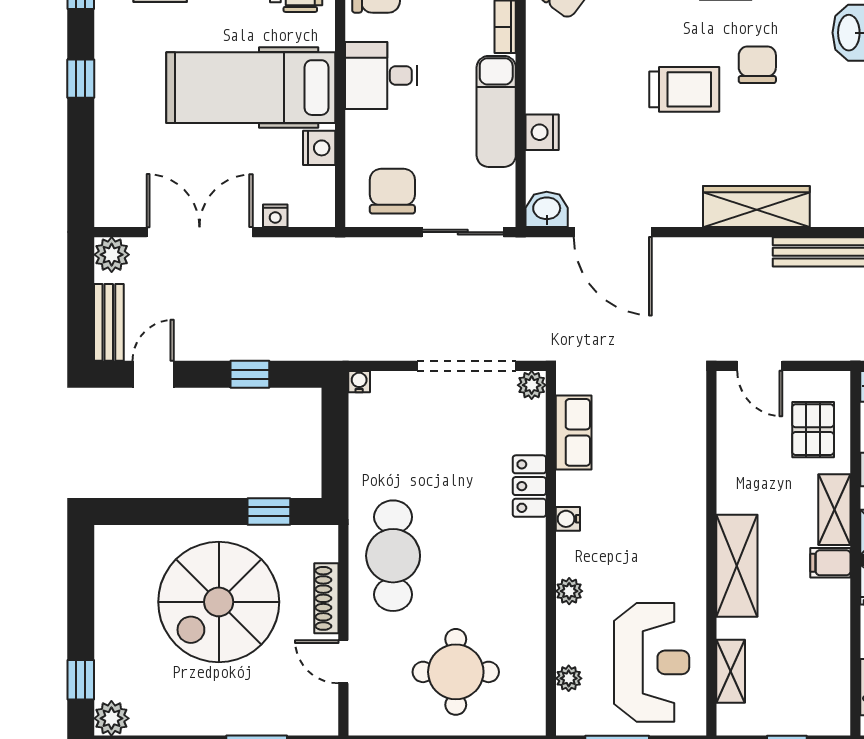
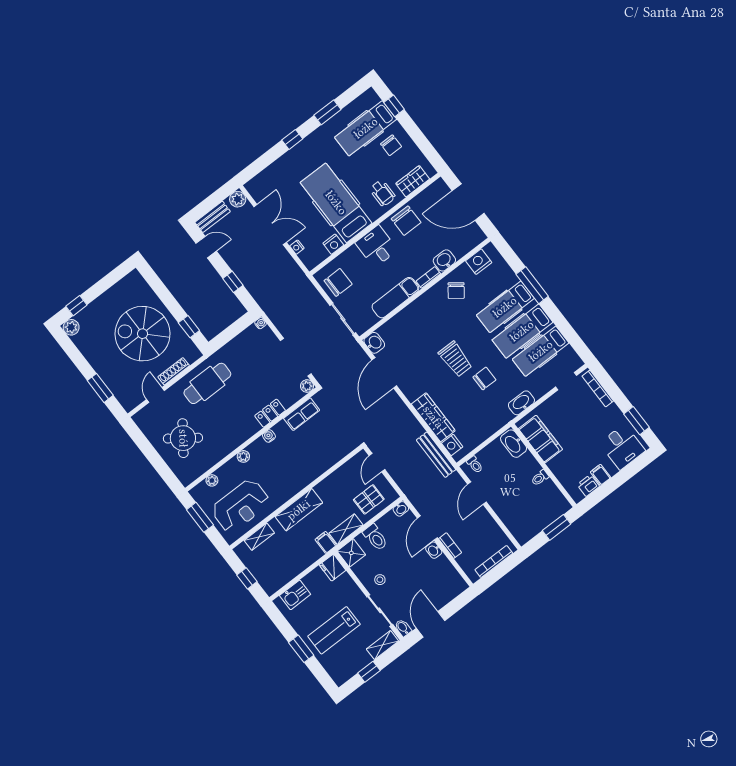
nightstand: (542, 132) -> (452, 445), moved, turned -90
round table: (456, 672) -> (183, 438), turned 36

